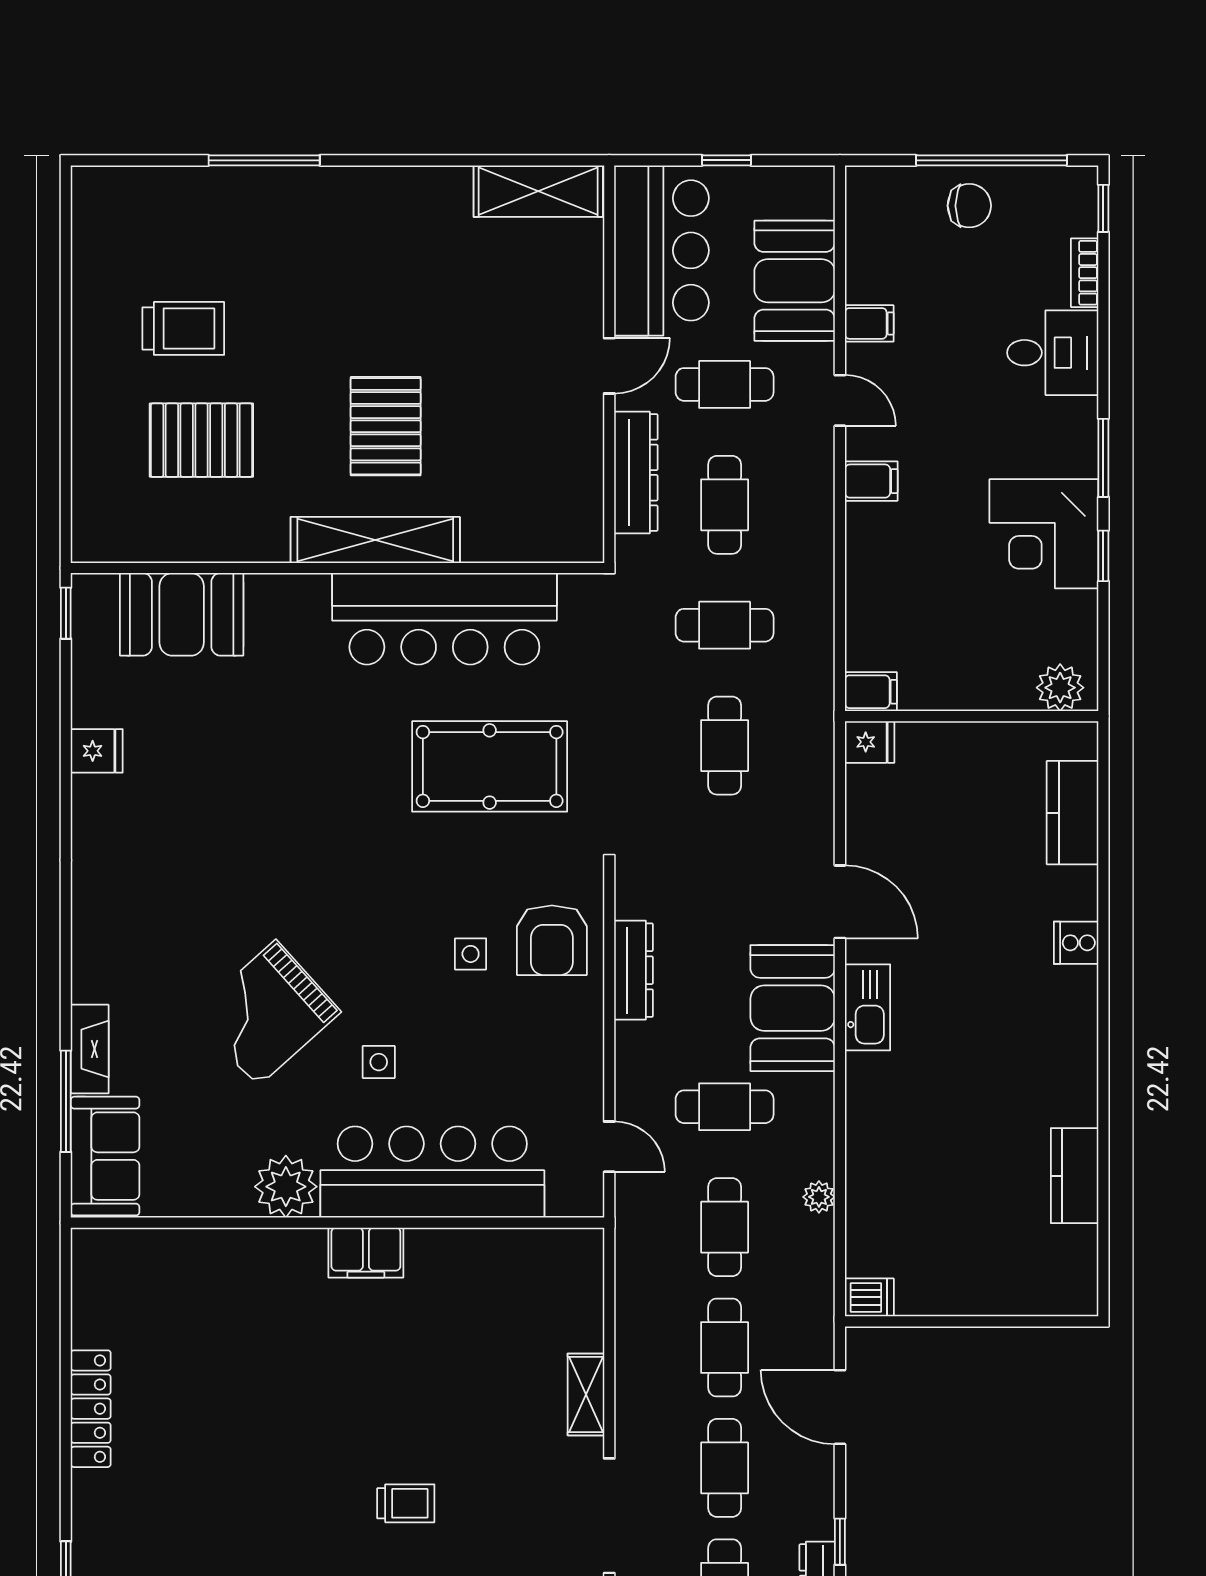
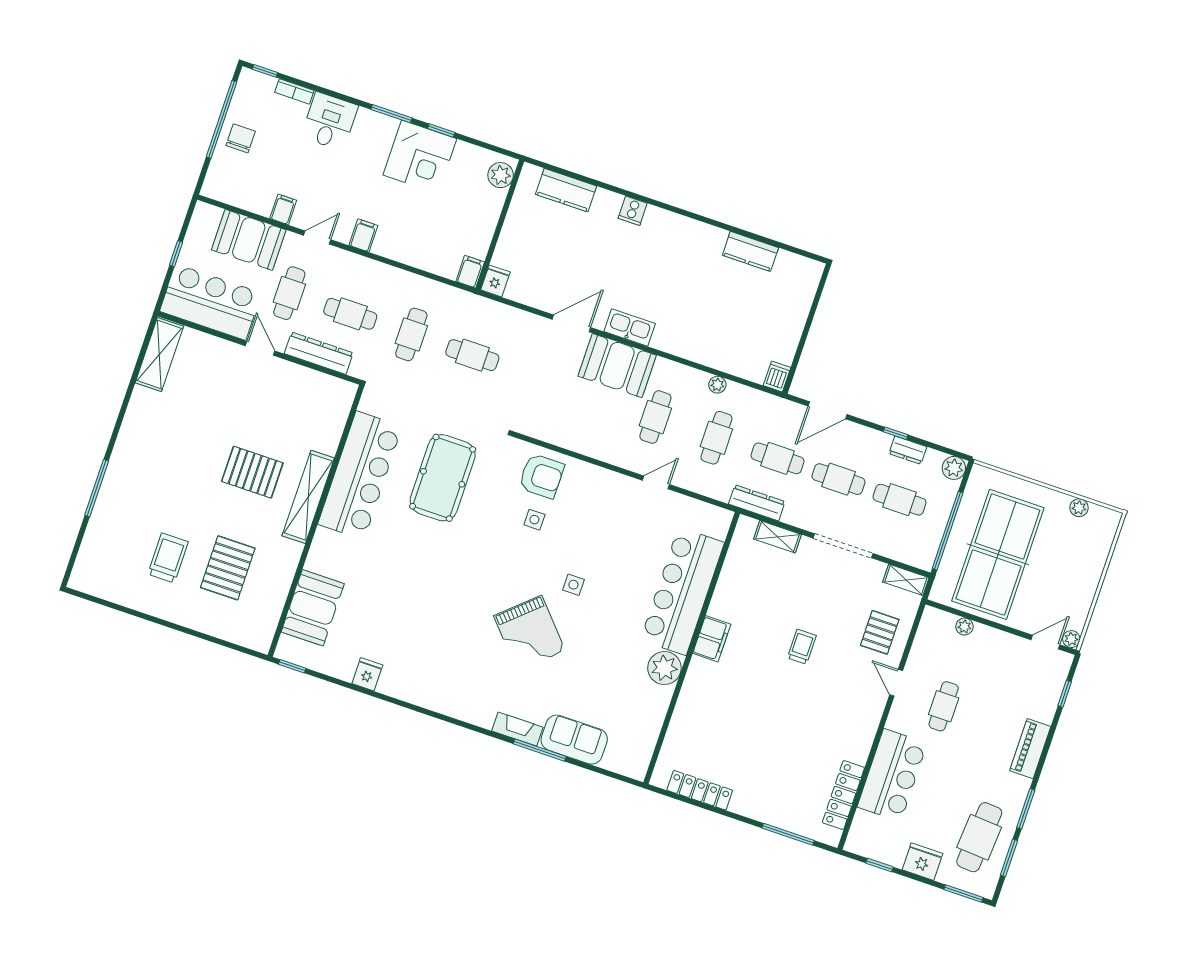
dresser: (634, 970) -> (757, 503), moved
bar counter: (432, 1172) -> (682, 591), moved
plant: (286, 1187) -> (664, 668), moved
wall: (338, 1223) -> (692, 648), moved
cafe table: (725, 1227) -> (716, 438), turned 90
filing cabinet: (366, 1253) -> (712, 639), moved

